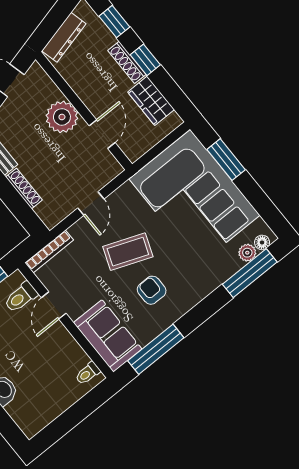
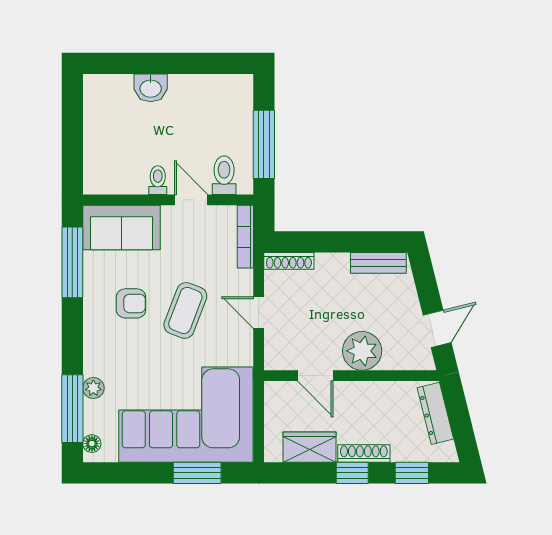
shoe rack: (24, 189) -> (289, 261), moved
plant: (247, 253) -> (93, 388), moved
toilet: (88, 373) -> (158, 180), moved

